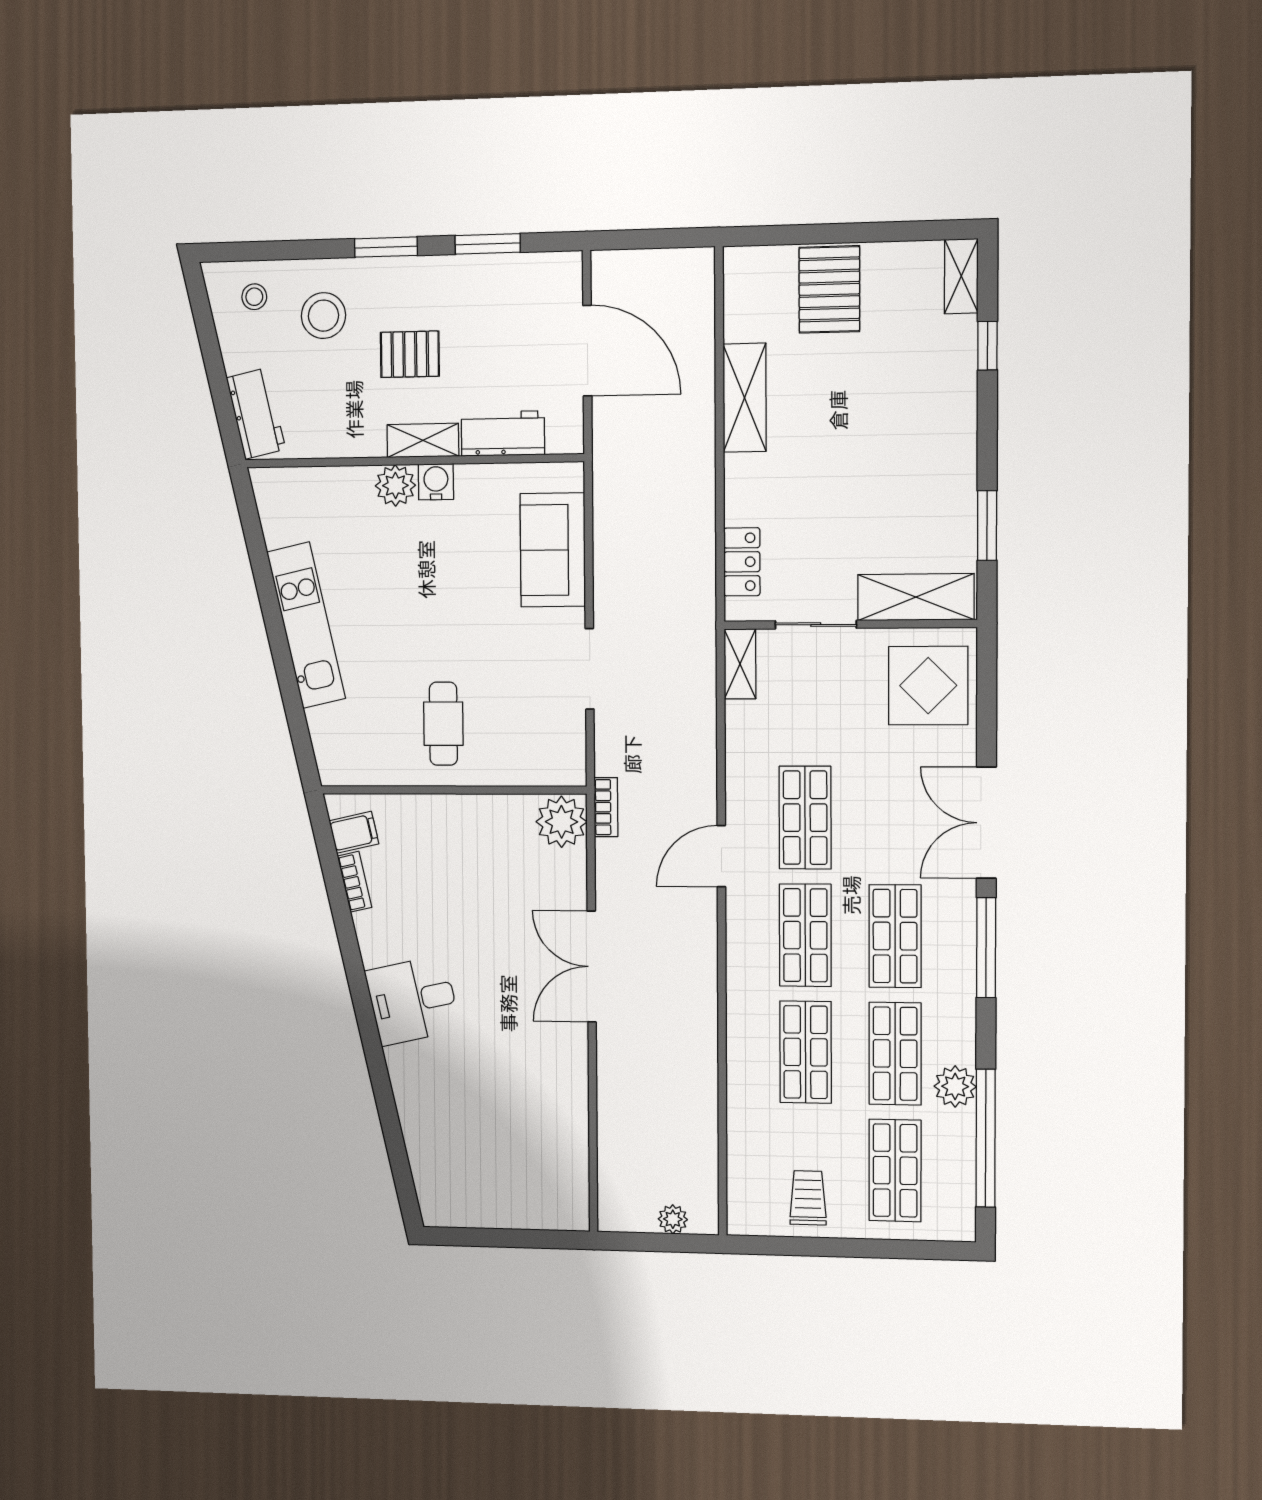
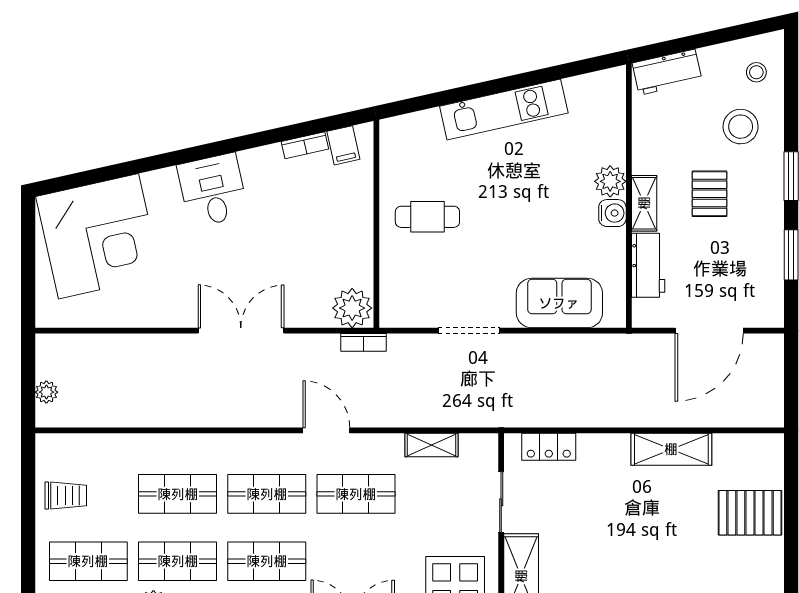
shelving: (740, 664) -> (432, 445), moved
corner desk: (473, 1148) -> (99, 236), added

